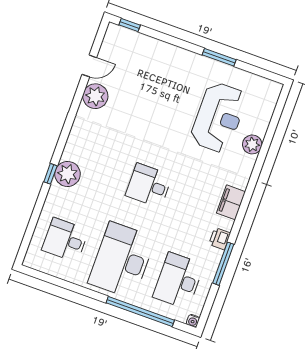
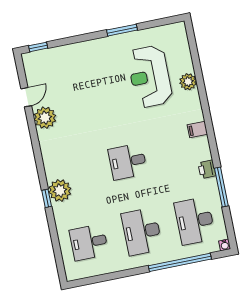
reception desk: (219, 117) -> (150, 77), turned 180
filing cabinet: (231, 202) -> (197, 130), width x0.50
desk: (122, 260) -> (142, 232), width x0.73, depth x0.77

